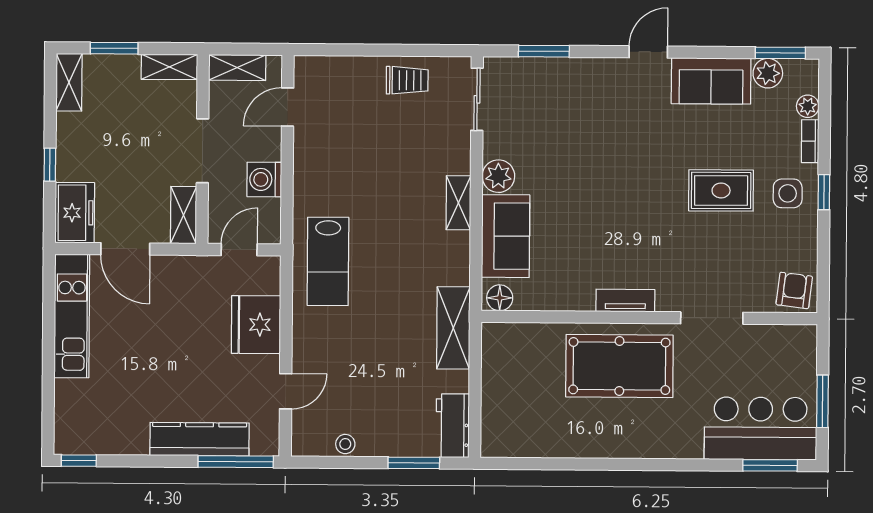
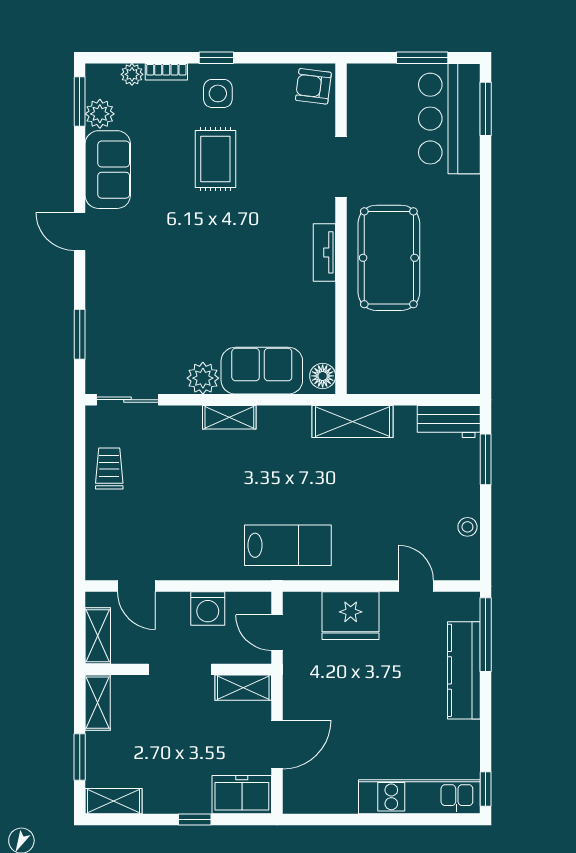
kitchen unit: (72, 316) -> (419, 797), moved

